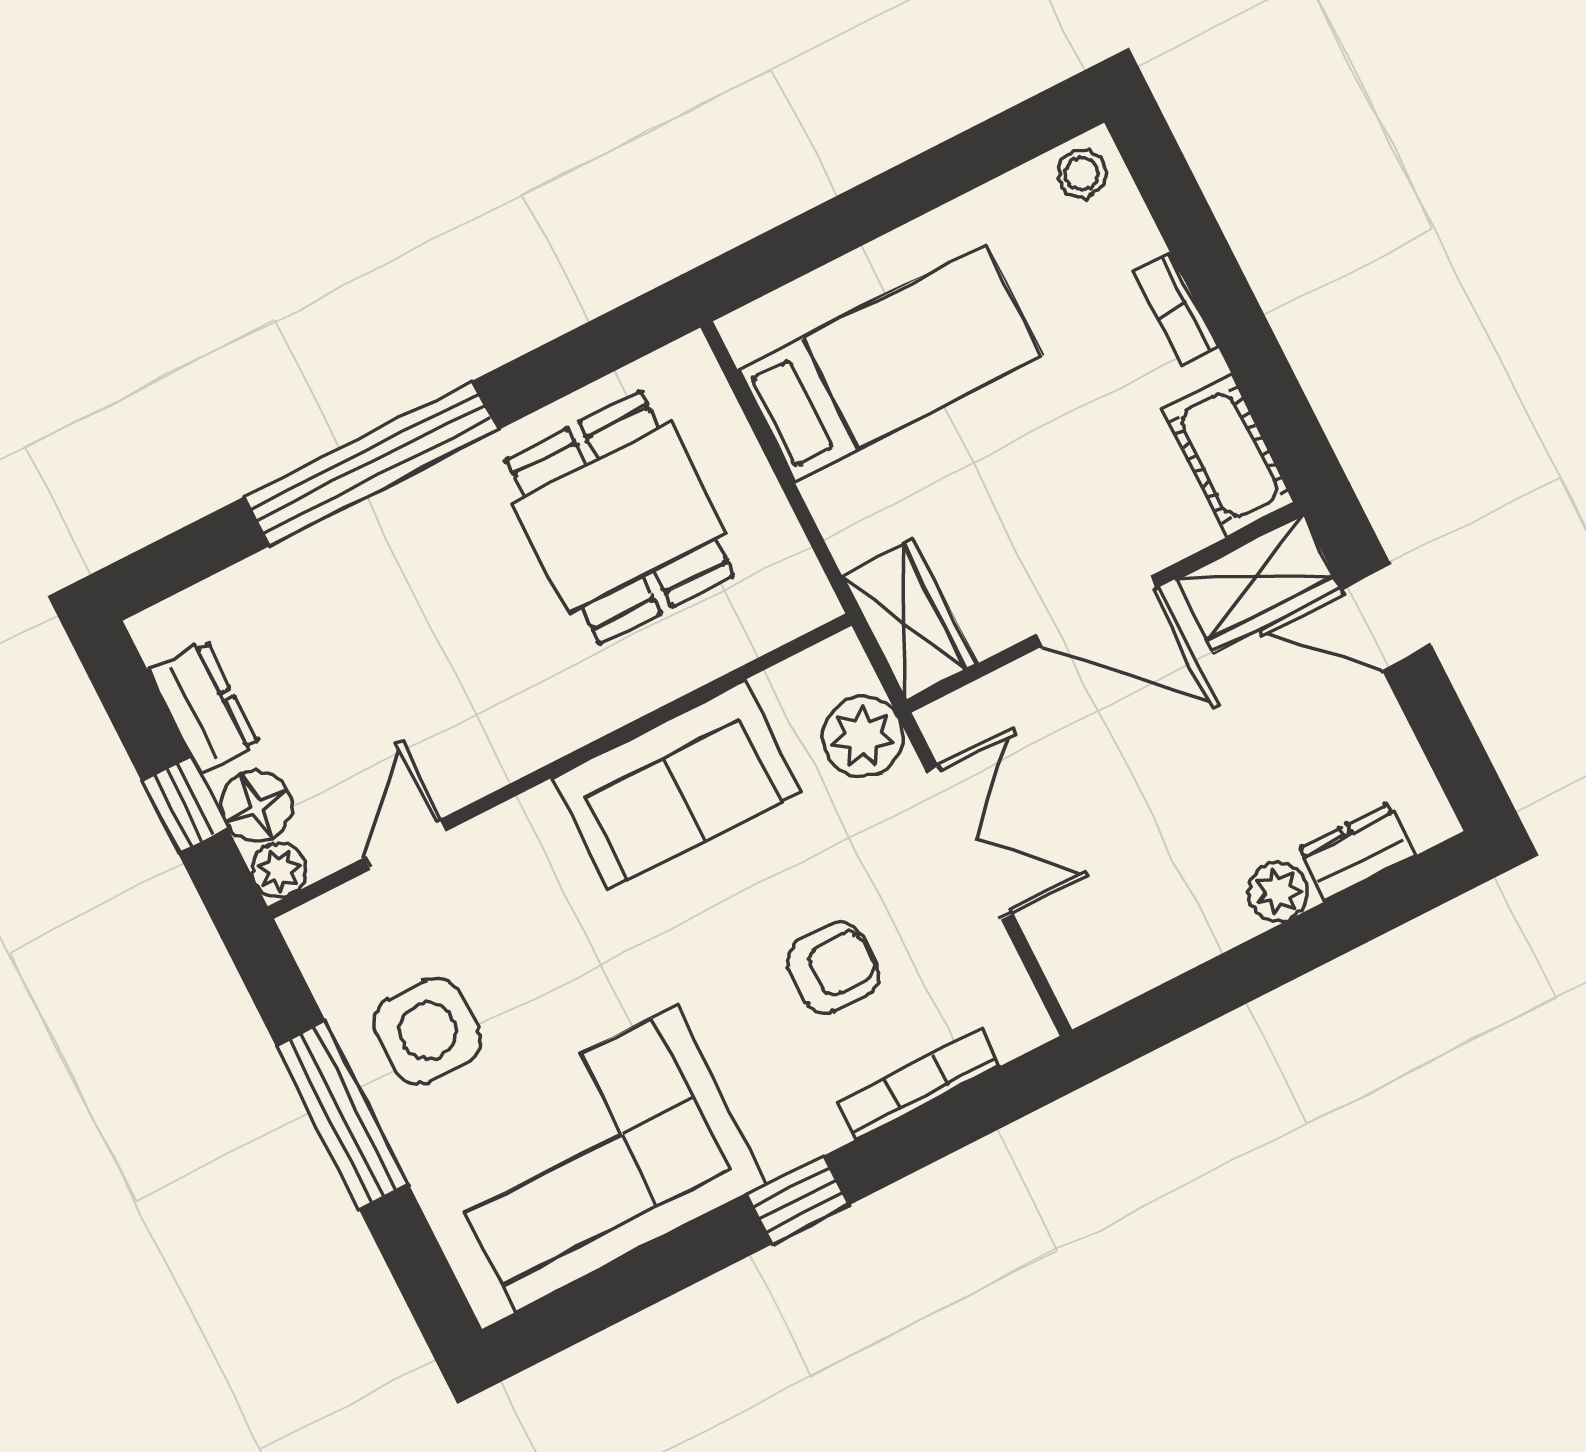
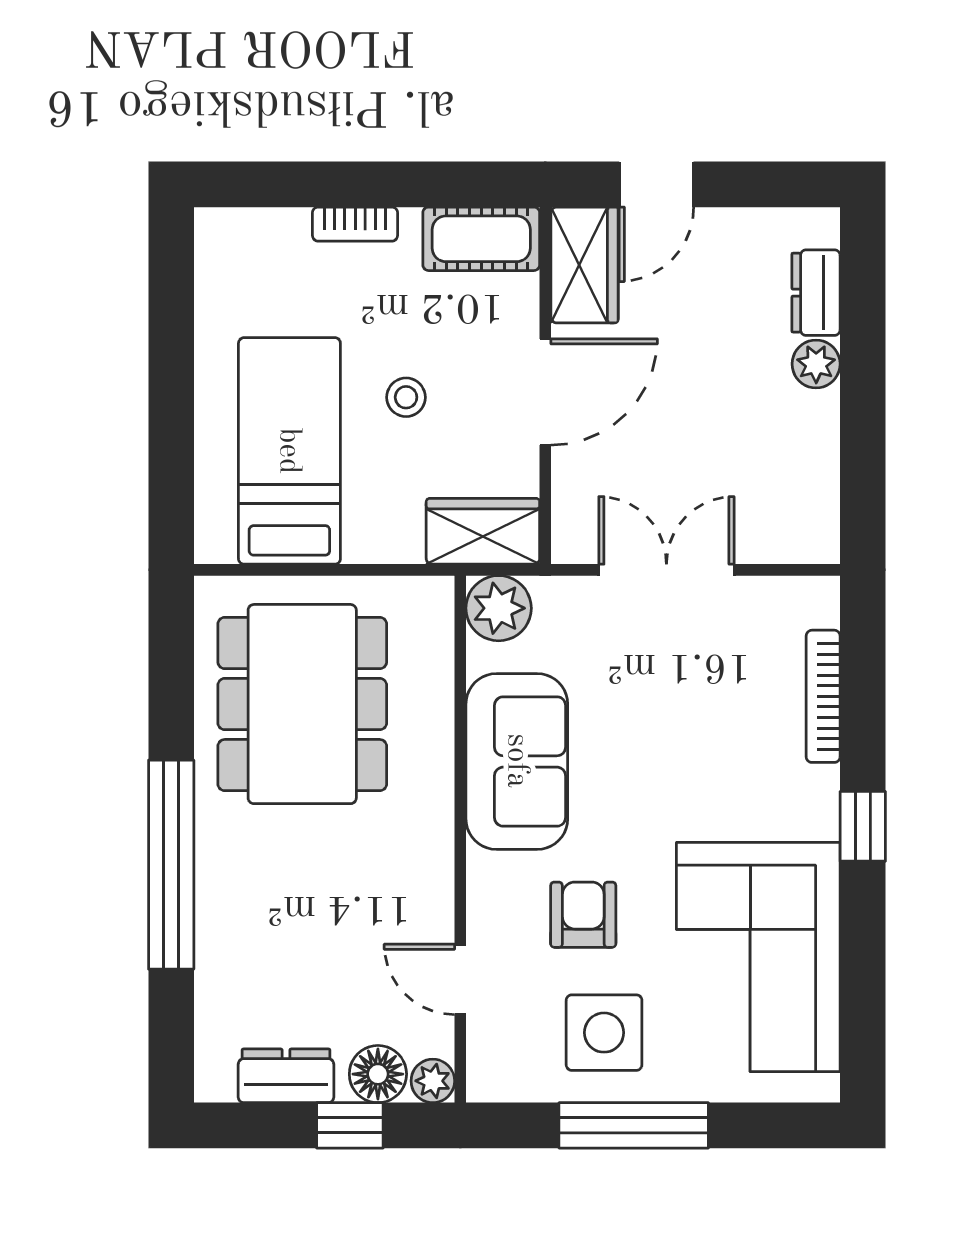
stool: (1082, 174) -> (406, 397), moved
dining table: (620, 518) -> (302, 704), width x1.38
plant: (863, 737) -> (499, 608), moved
armchair: (833, 968) -> (583, 915), moved

